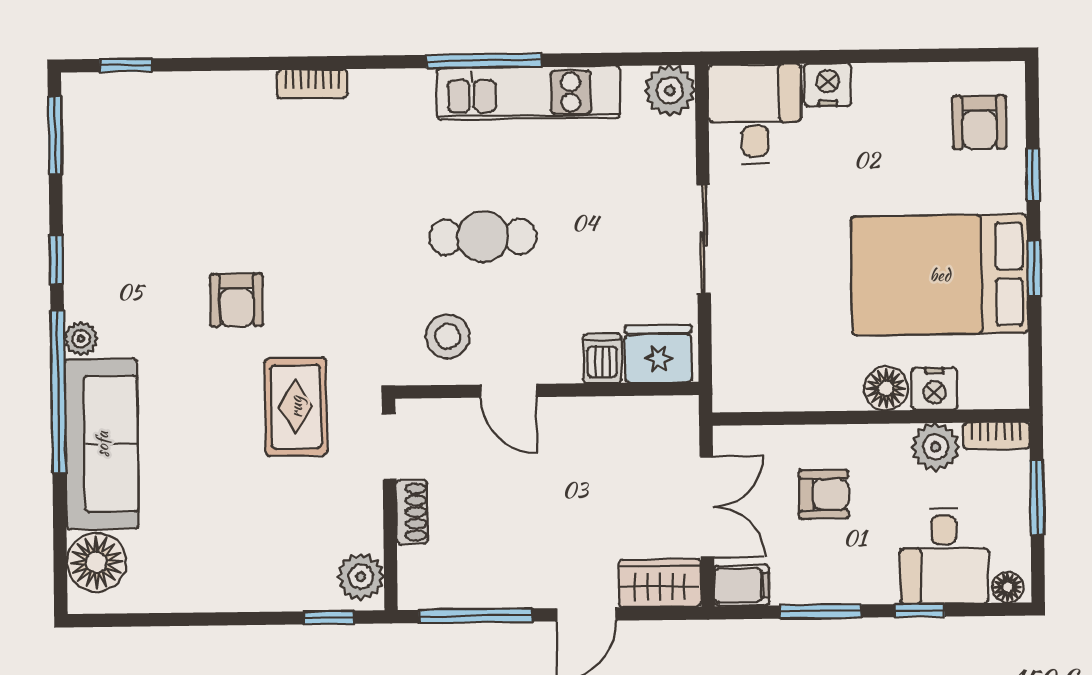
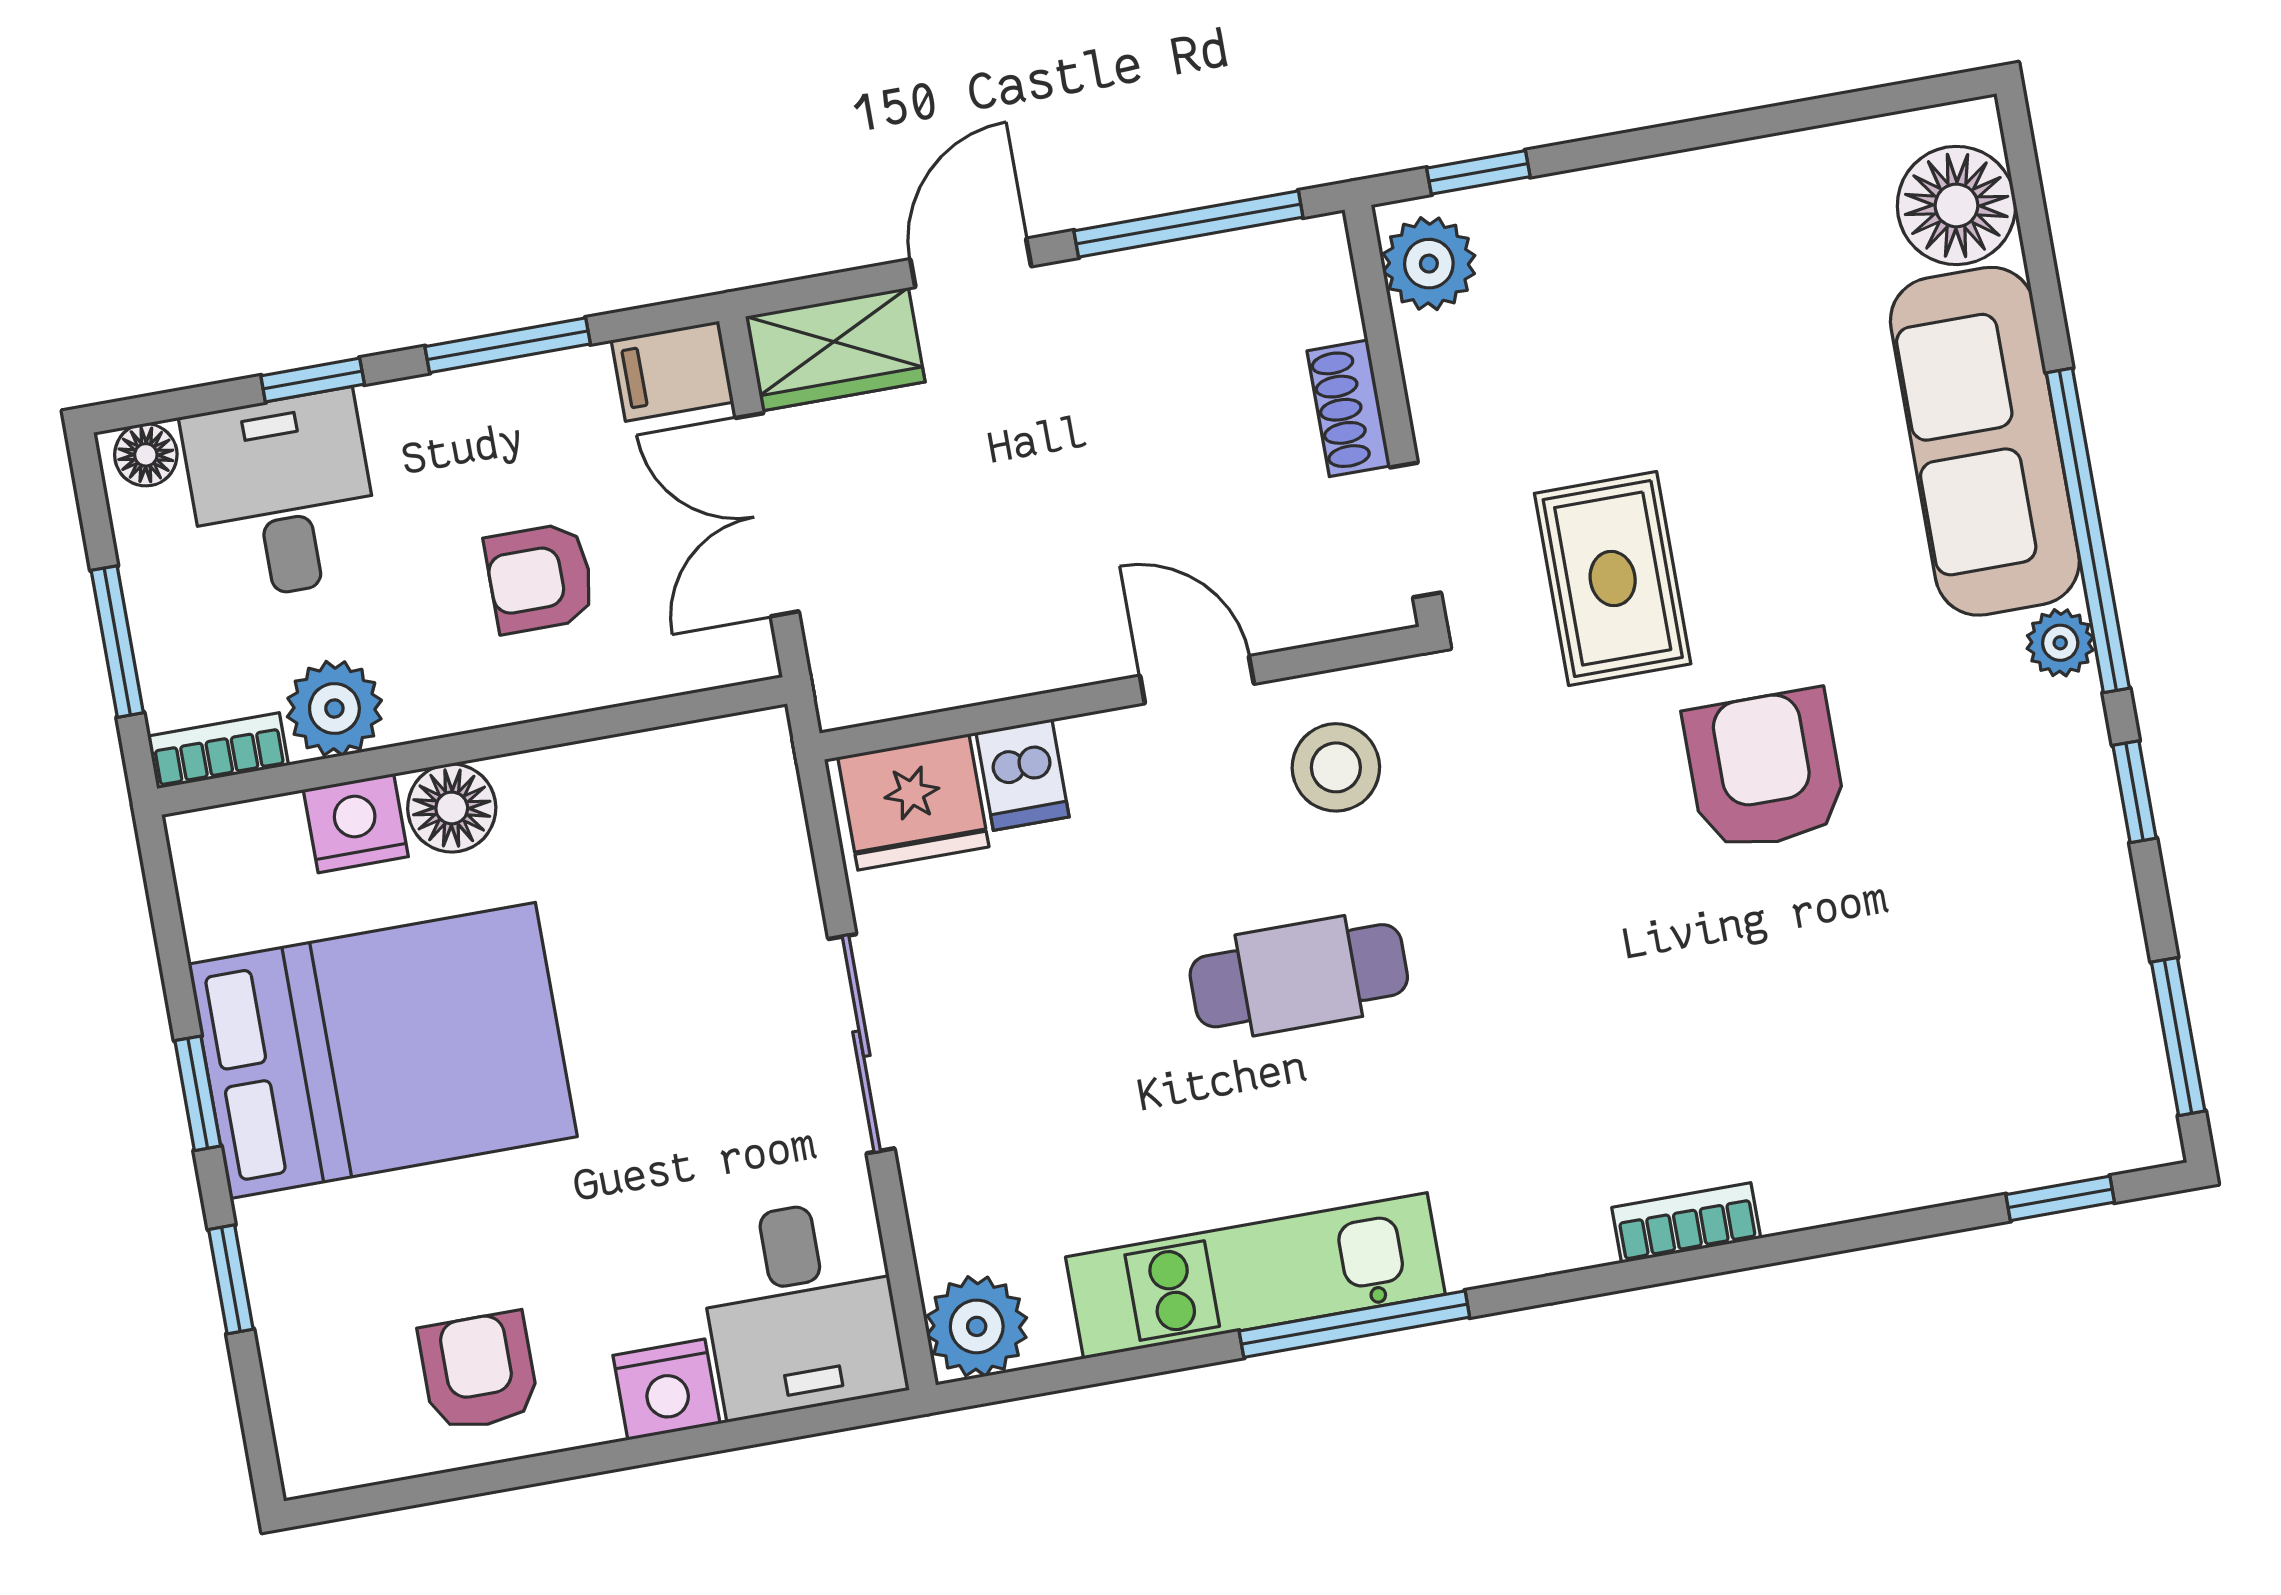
armchair: (979, 122) -> (479, 1371), moved
armchair: (237, 300) -> (1765, 770), width x1.38, depth x1.38

